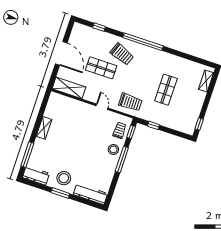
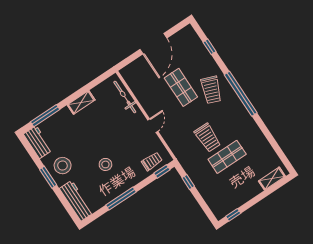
shelving: (69, 88) -> (135, 83), removed
bicycle: (70, 102) -> (125, 97), added
trolley: (130, 102) -> (208, 138), moved
stool: (113, 149) -> (105, 164), moved
window: (122, 160) -> (121, 199), moved

